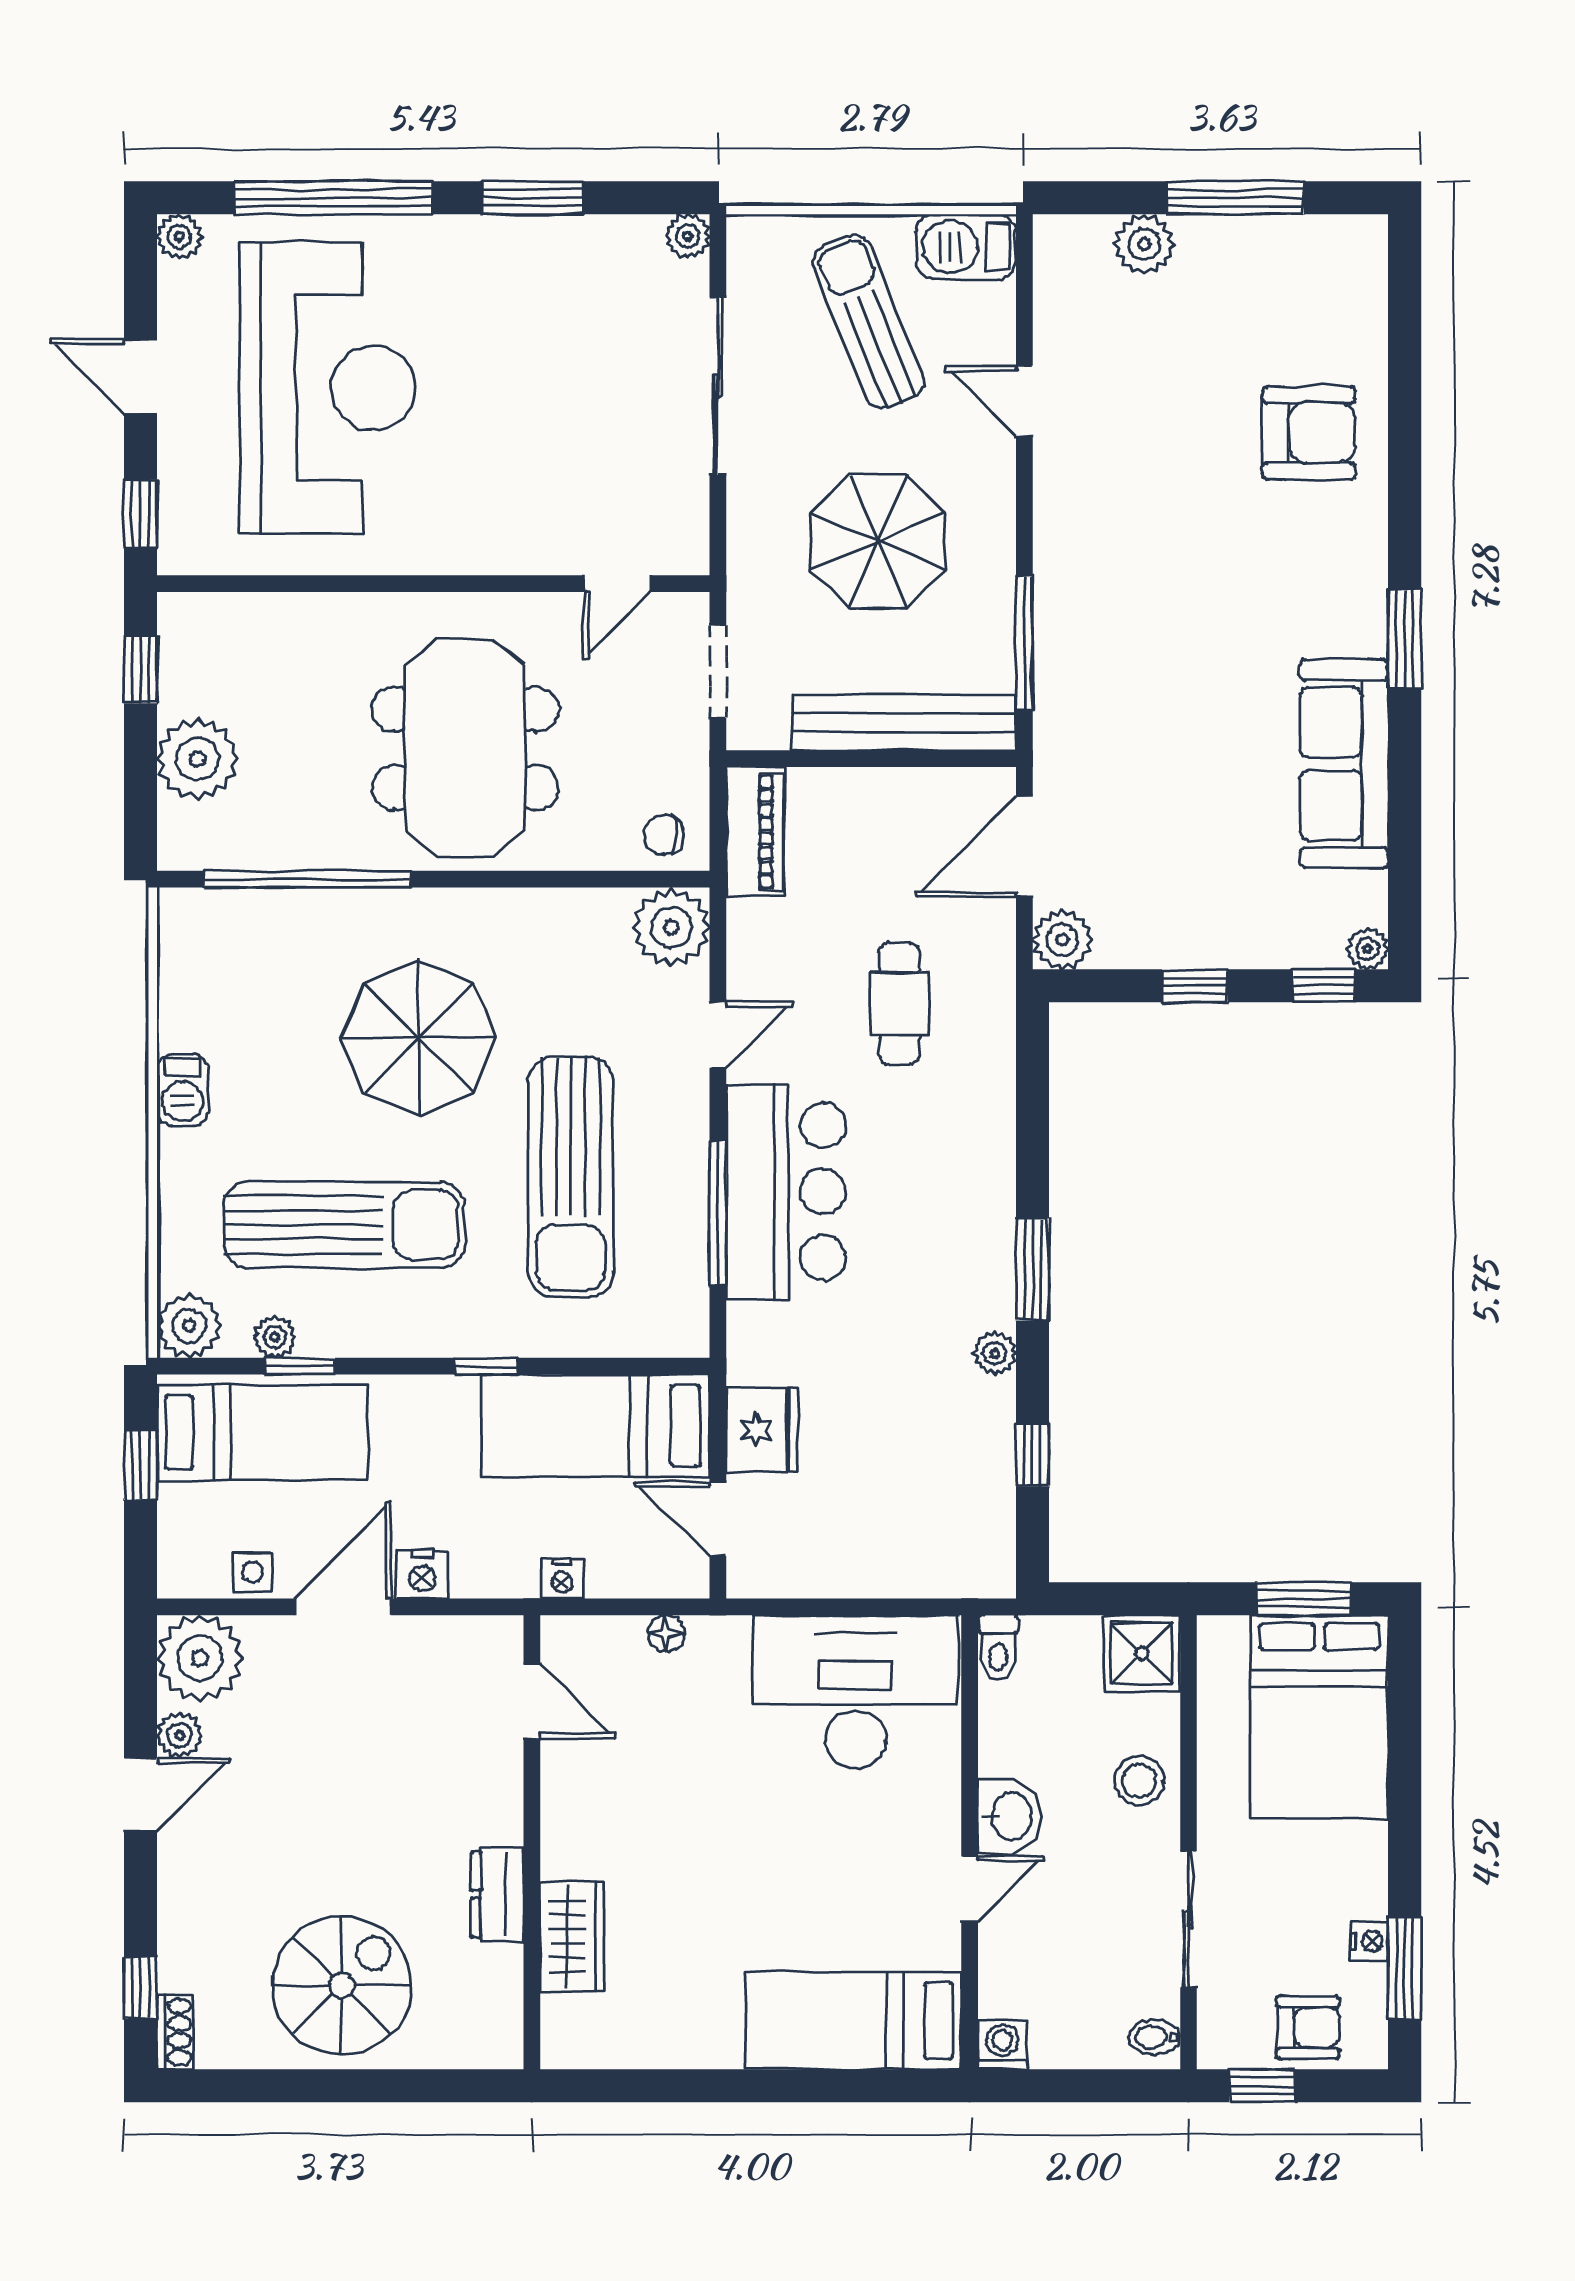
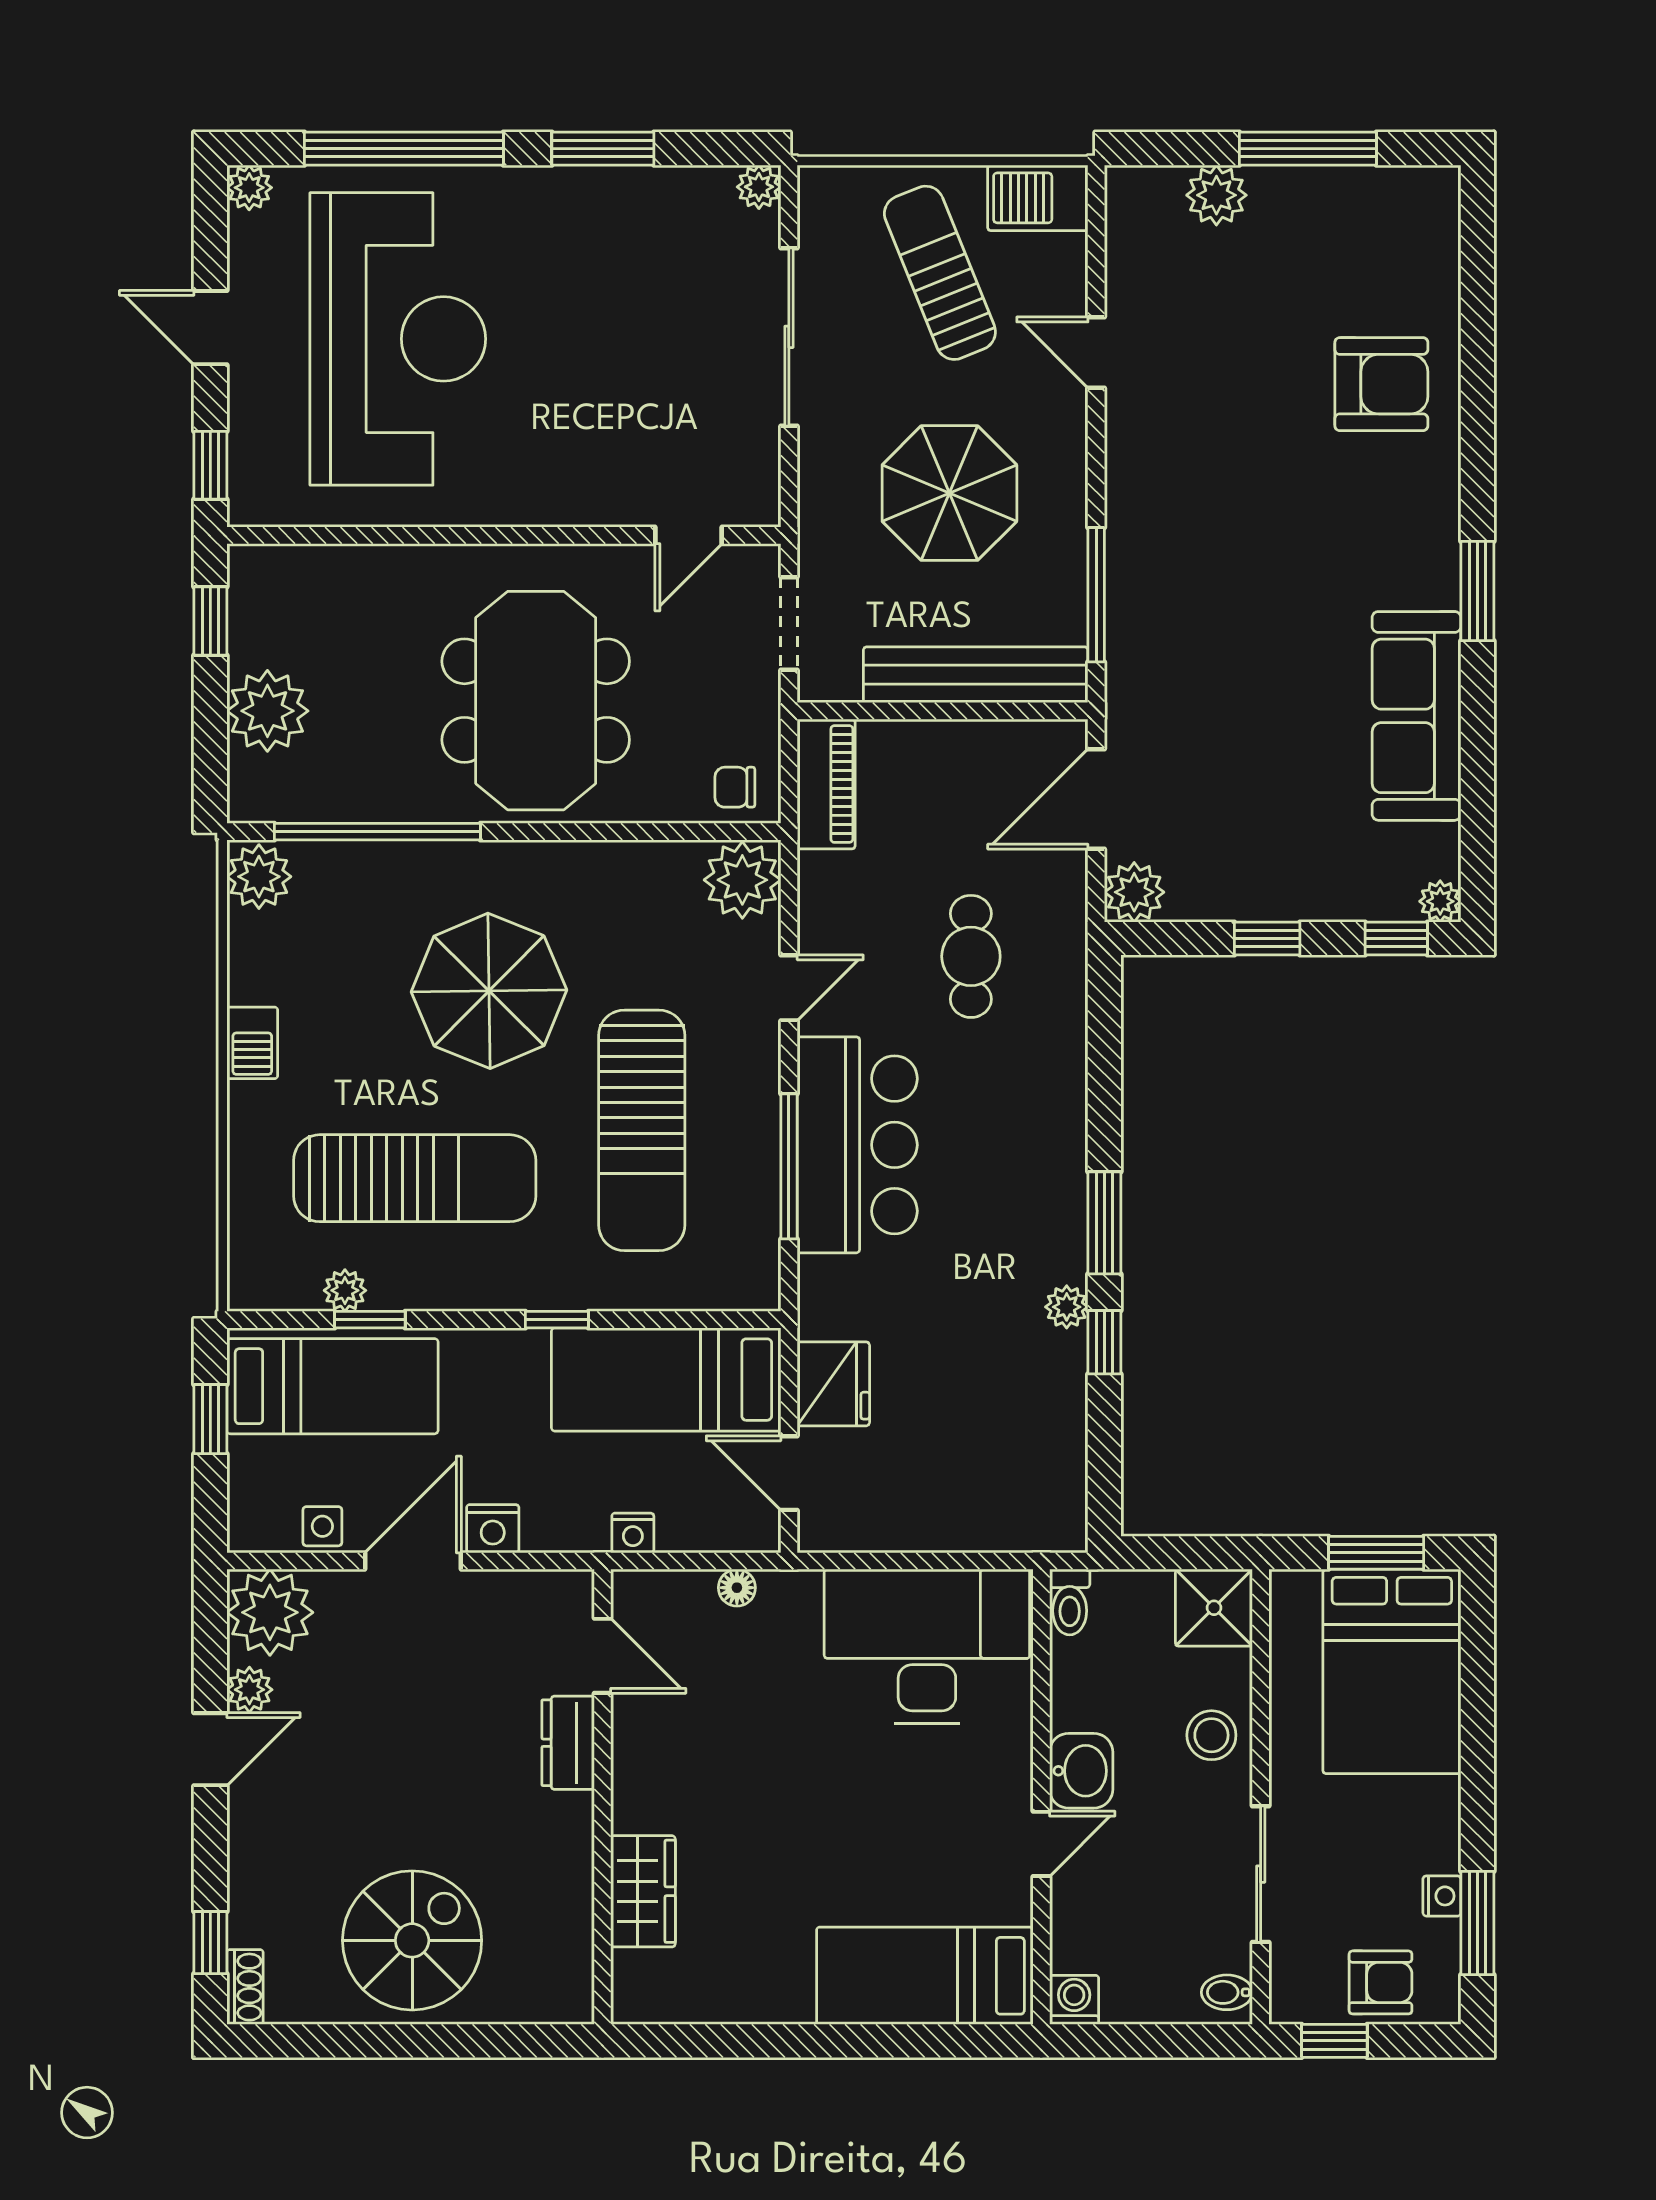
plant: (189, 1326) -> (259, 877), moved
window: (1033, 1455) -> (1104, 1342), moved
dresser: (497, 1894) -> (568, 1743), moved

